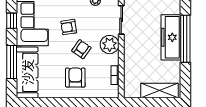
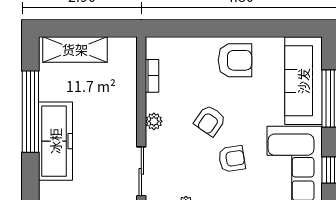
window: (185, 39) -> (30, 112), moved
plant: (110, 45) -> (154, 121), width x0.53, depth x0.53
armchair: (75, 78) -> (235, 60), moved, turned -90

